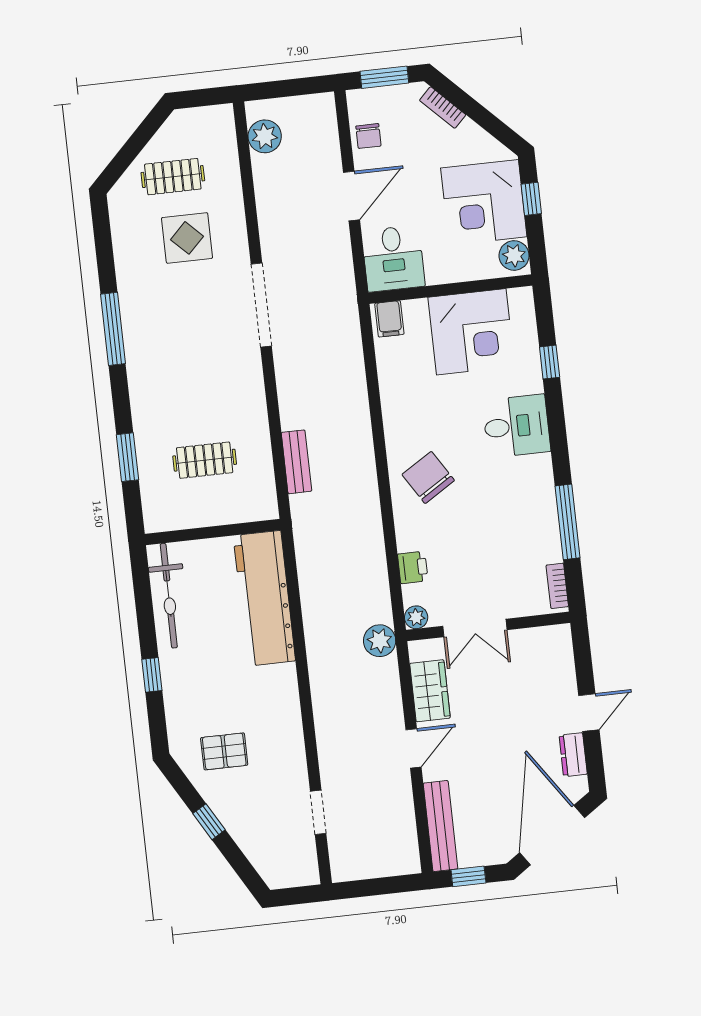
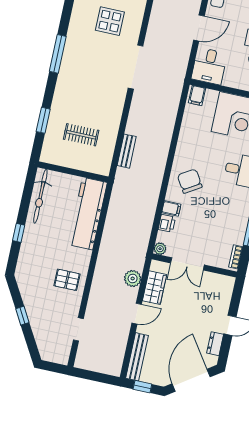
filing cabinet: (412, 538) -> (171, 208), added
plant: (380, 641) -> (133, 278), moved
pallet: (224, 751) -> (67, 280), moved

